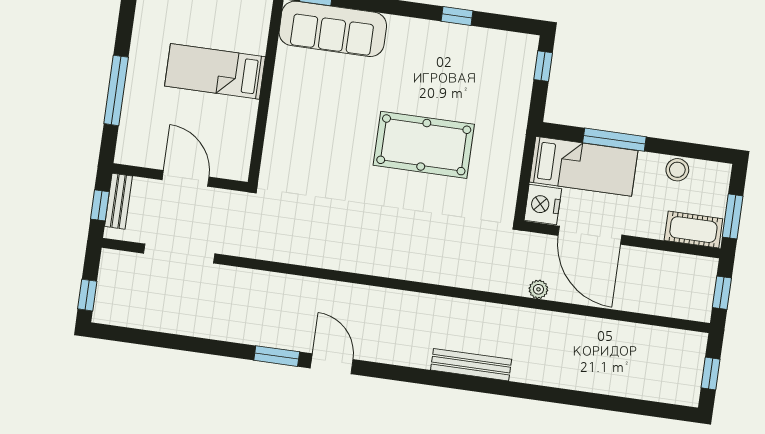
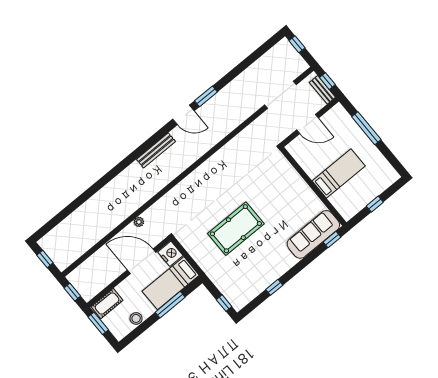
bench: (471, 365) -> (156, 150), moved

